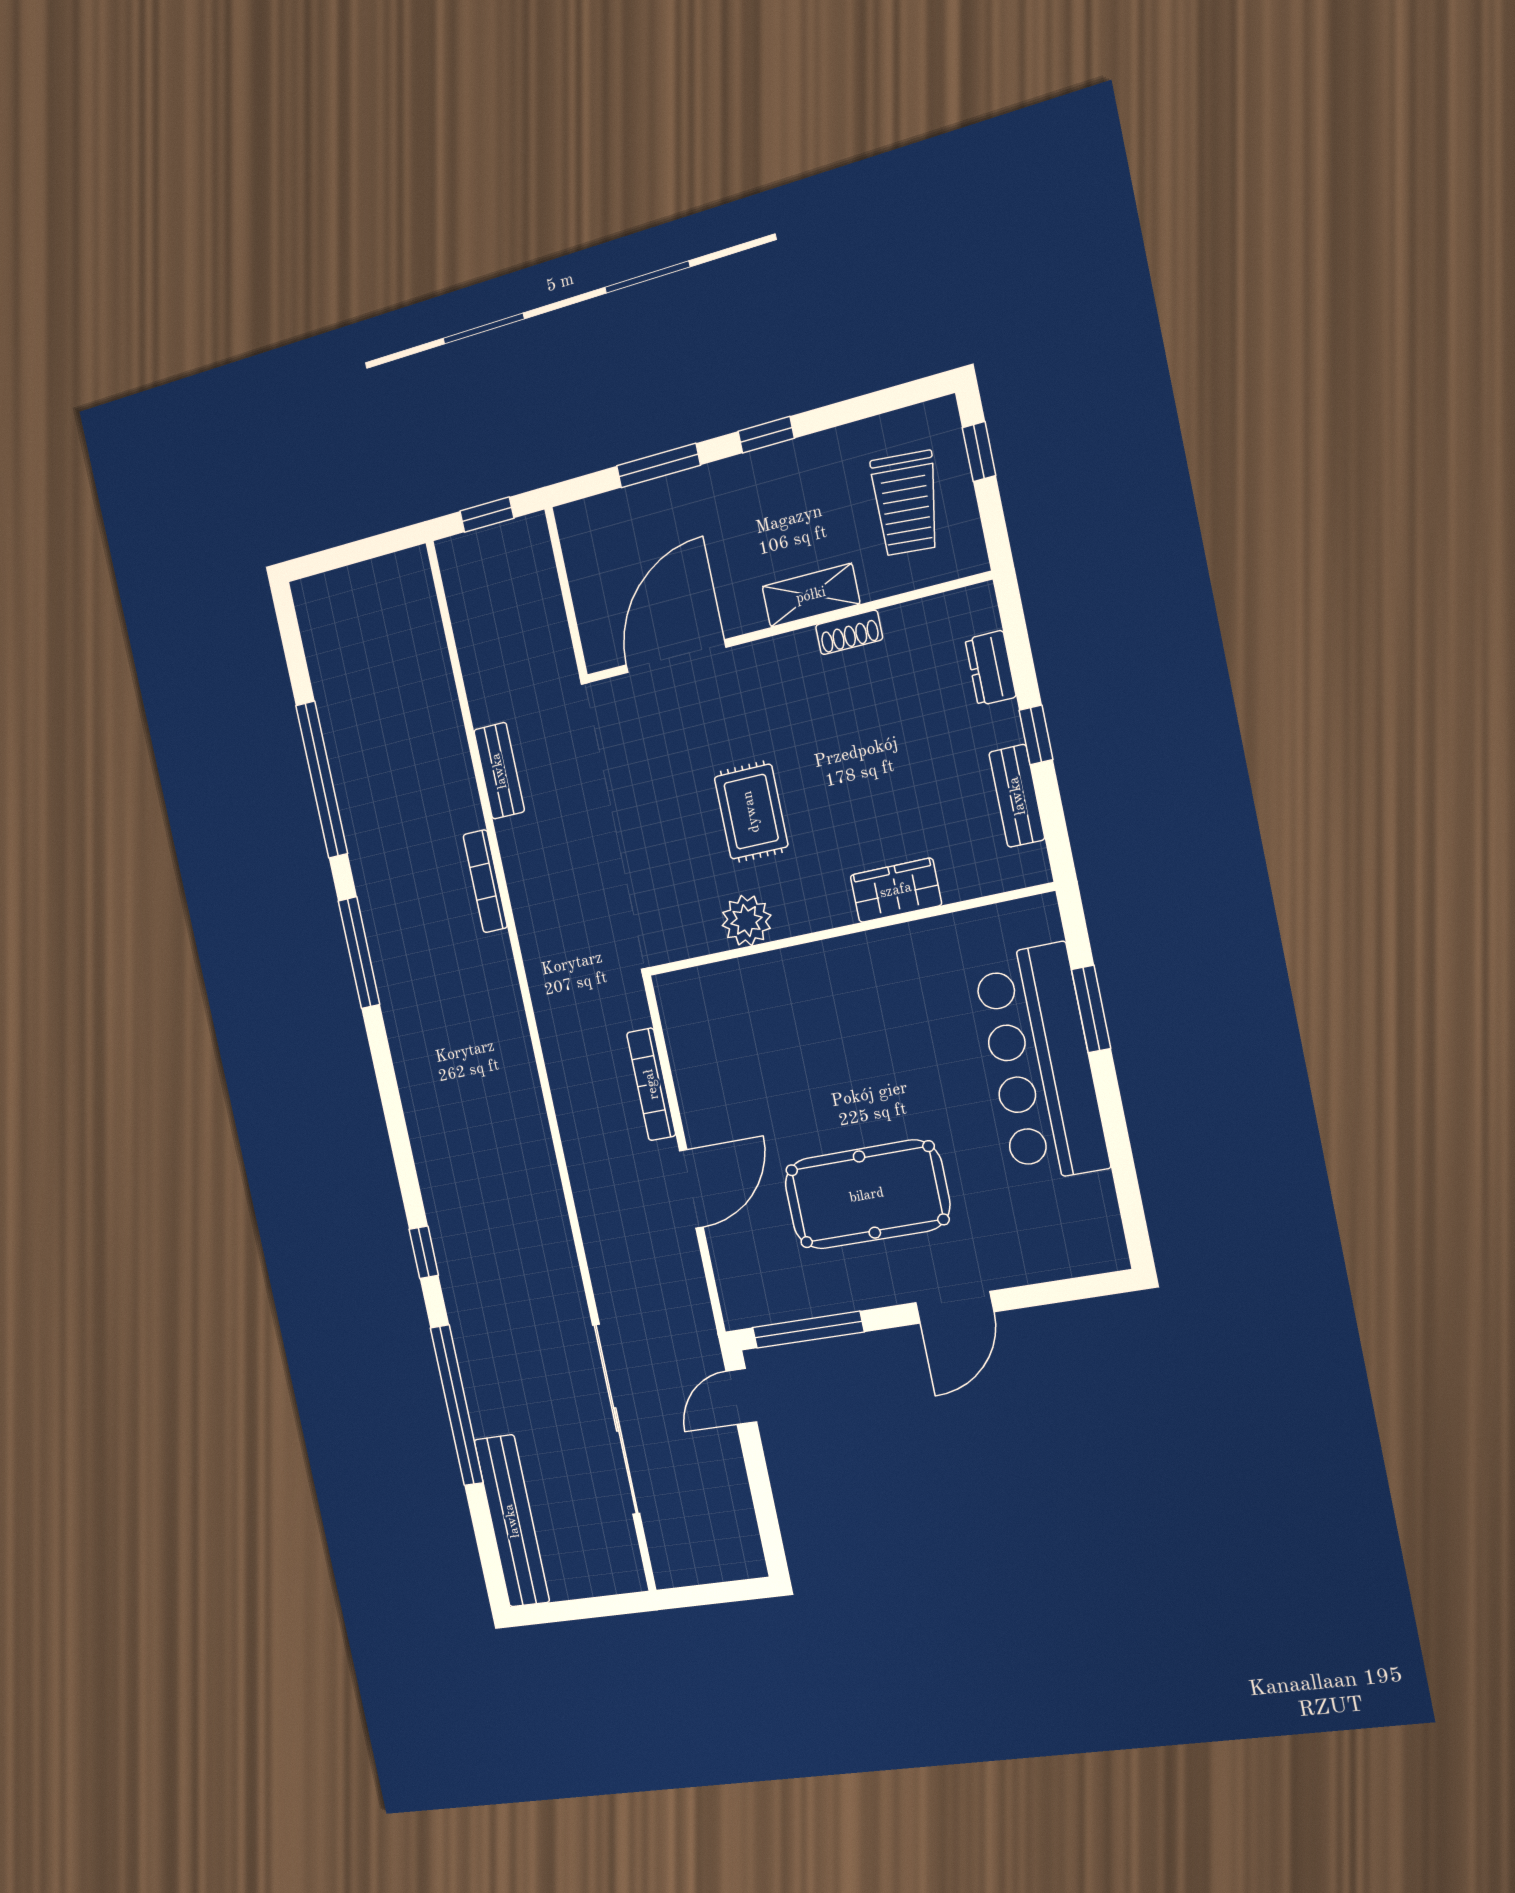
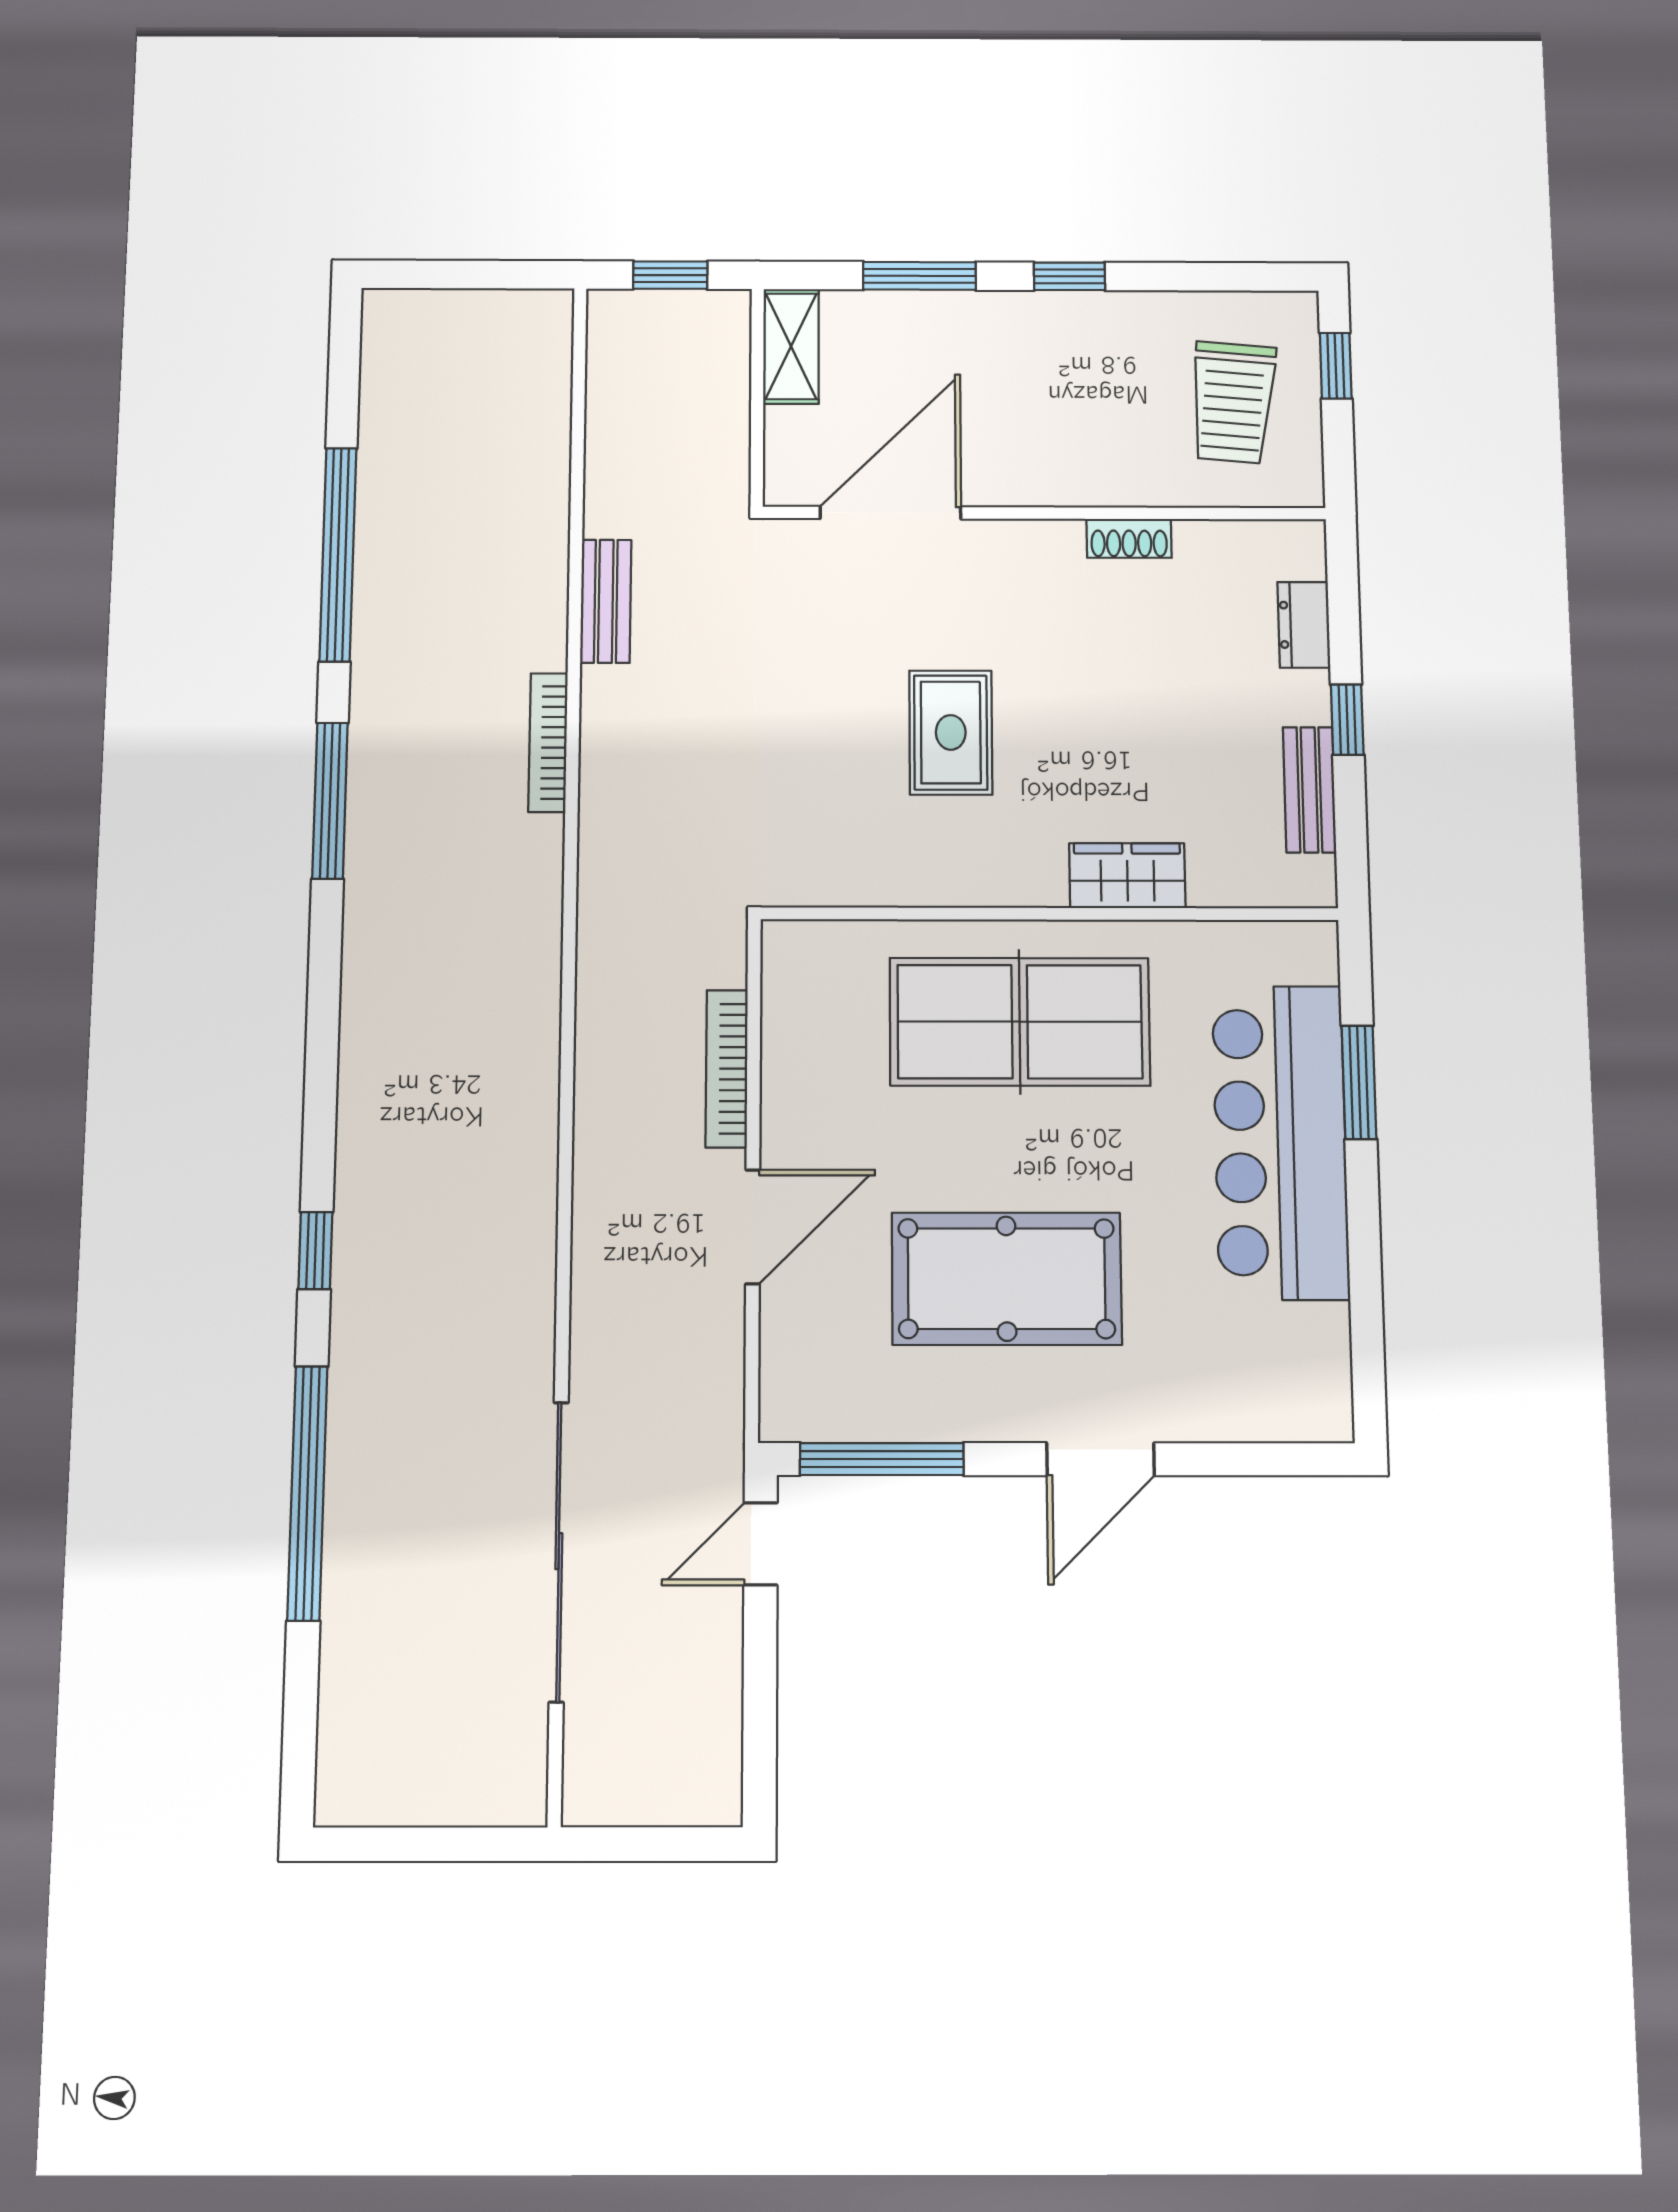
shelving: (811, 595) -> (791, 346), moved, turned 90
plant: (746, 920) -> (914, 873), removed
table tennis table: (841, 1013) -> (1020, 1022), added
bench: (512, 1521) -> (351, 1688), removed

